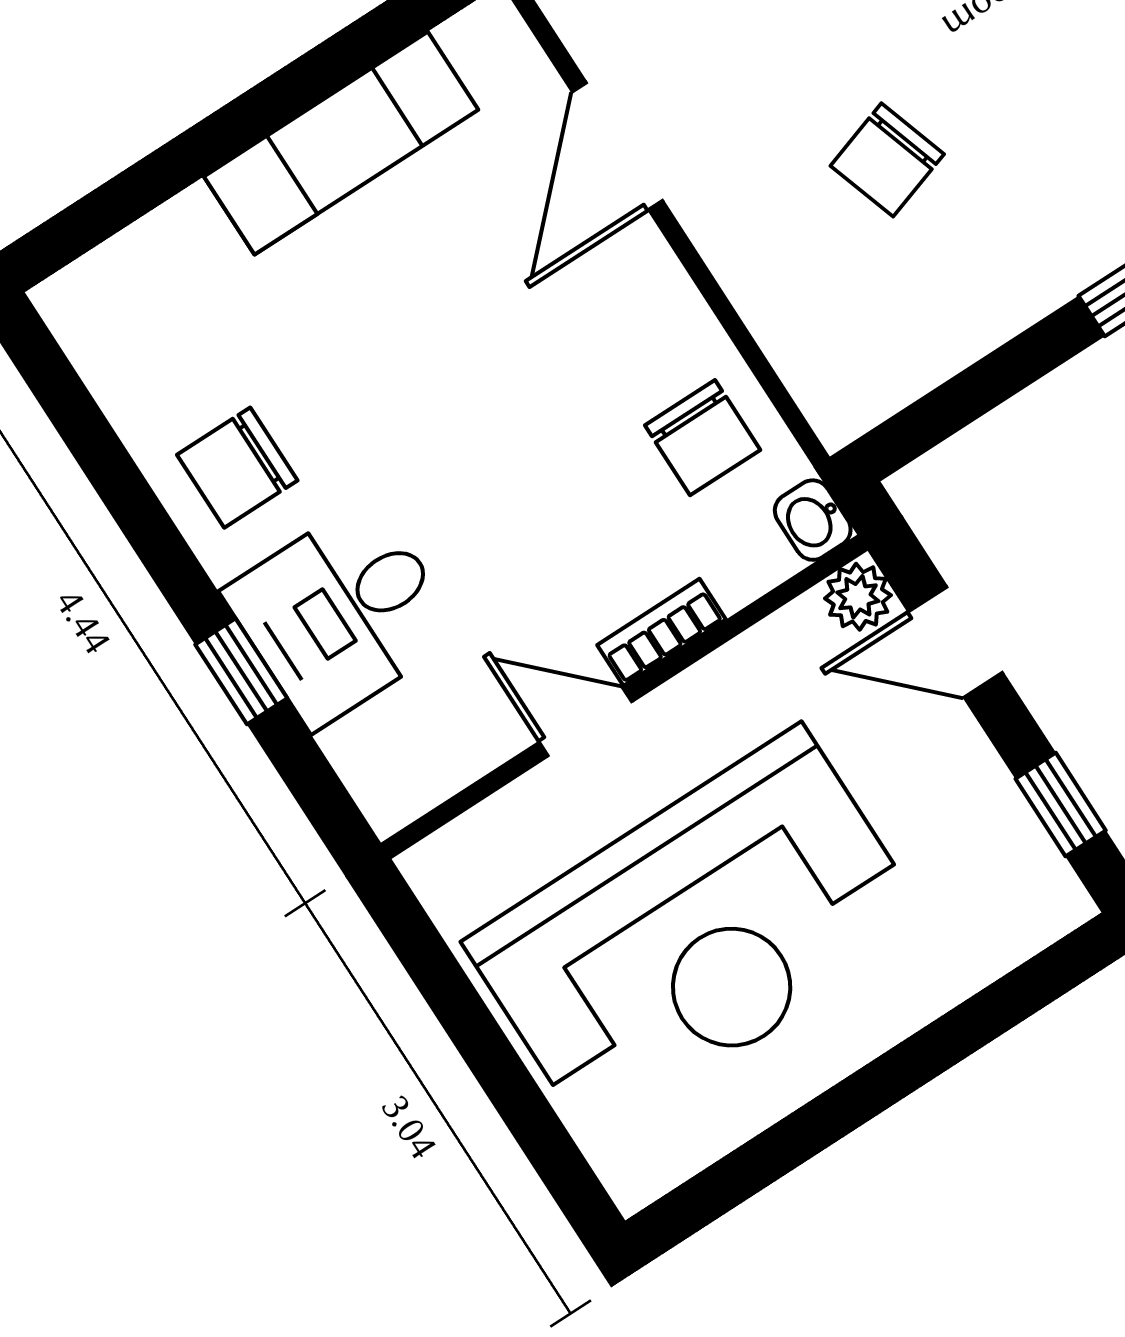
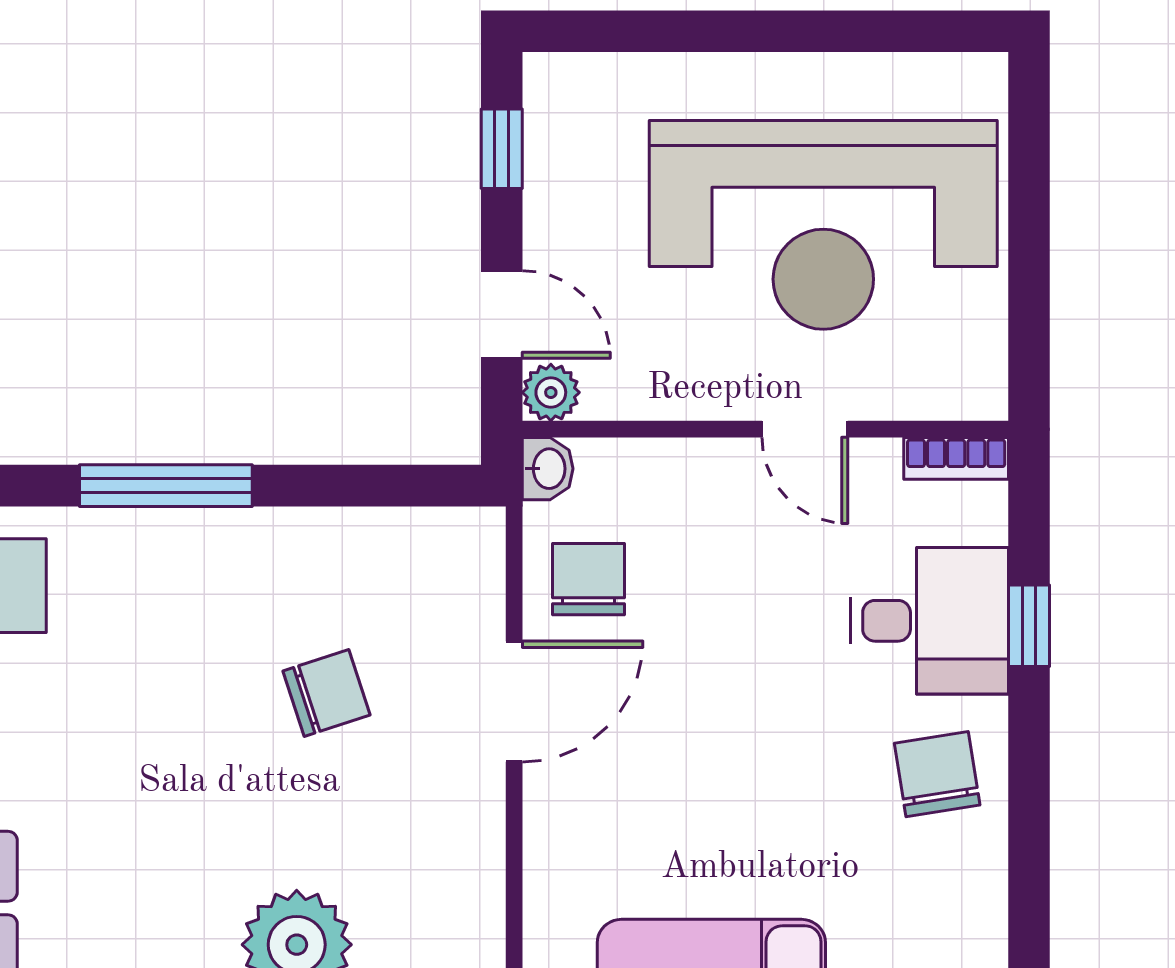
door: (618, 146) -> (514, 701), moved
chair: (237, 468) -> (937, 774), turned -99
bookcase: (661, 632) -> (956, 458), moved
reception desk: (697, 934) -> (823, 225), turned 180

